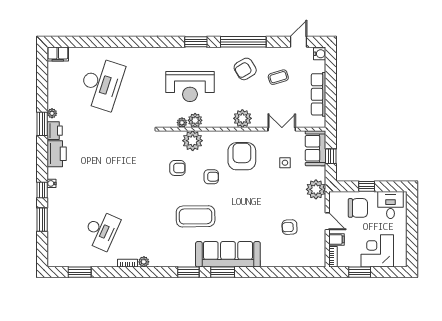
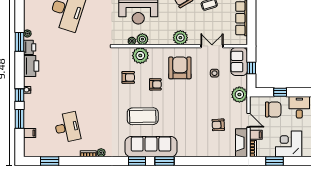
desk: (101, 230) -> (67, 127), turned -36
filing cabinet: (55, 237) -> (30, 133), added
fireplace: (318, 249) -> (241, 143), added
sofa: (228, 254) -> (151, 147), moved

